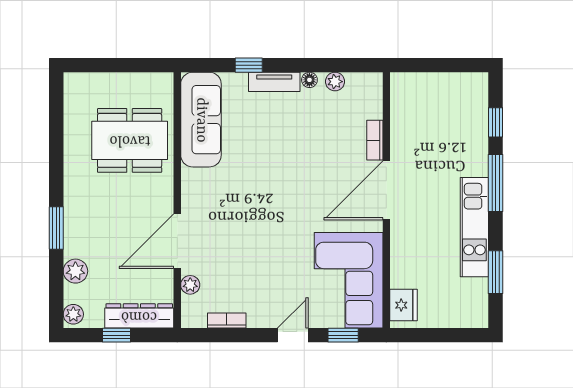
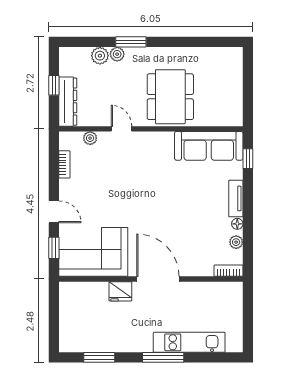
window: (249, 65) -> (248, 159), moved
window: (496, 122) -> (207, 357), removed
dining table: (130, 140) -> (170, 97), moved
bookcase: (375, 140) -> (228, 271), moved
kitchen unit: (474, 227) -> (189, 342), moved
door: (177, 241) -> (121, 129), width x0.53
fridge: (403, 305) -> (120, 291), moved
plant: (73, 314) -> (117, 54), moved

